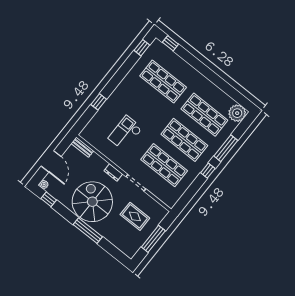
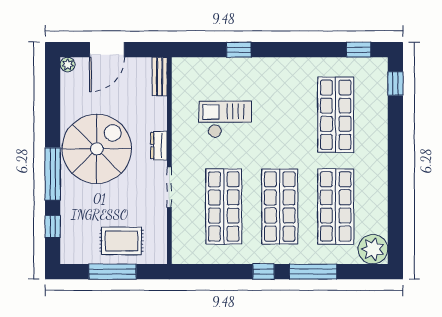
window: (49, 199) -> (53, 227), moved
rug: (135, 216) -> (121, 241), moved, turned 90

